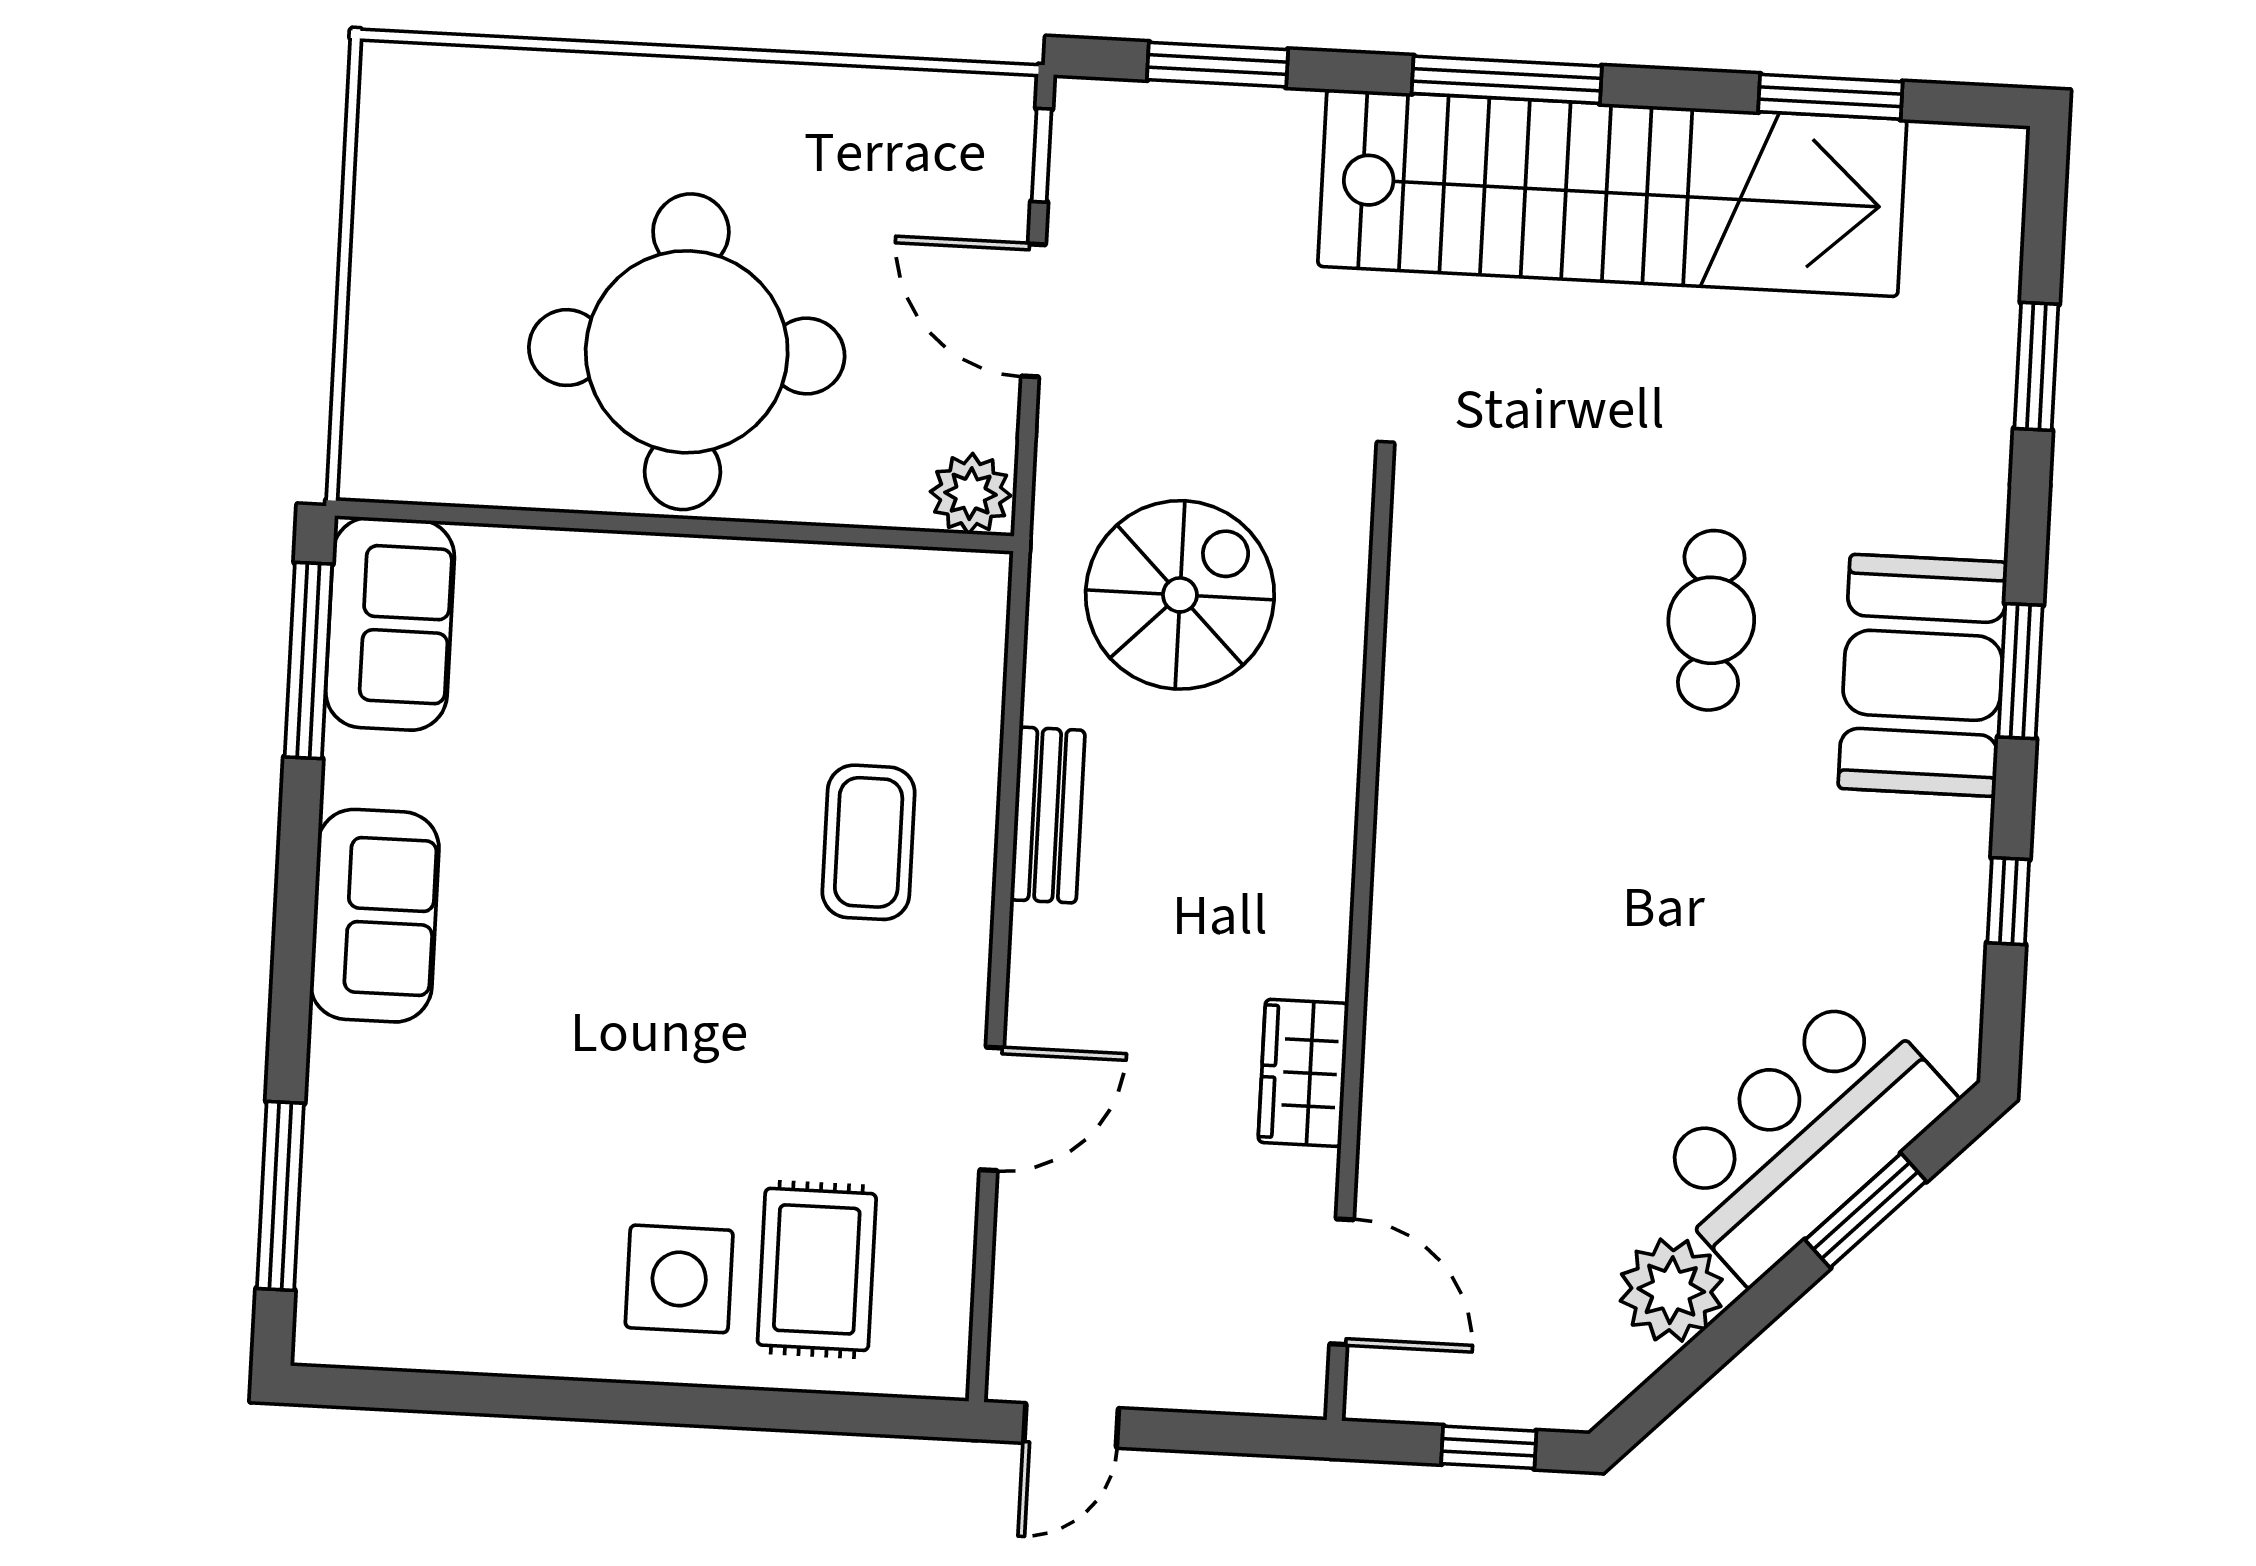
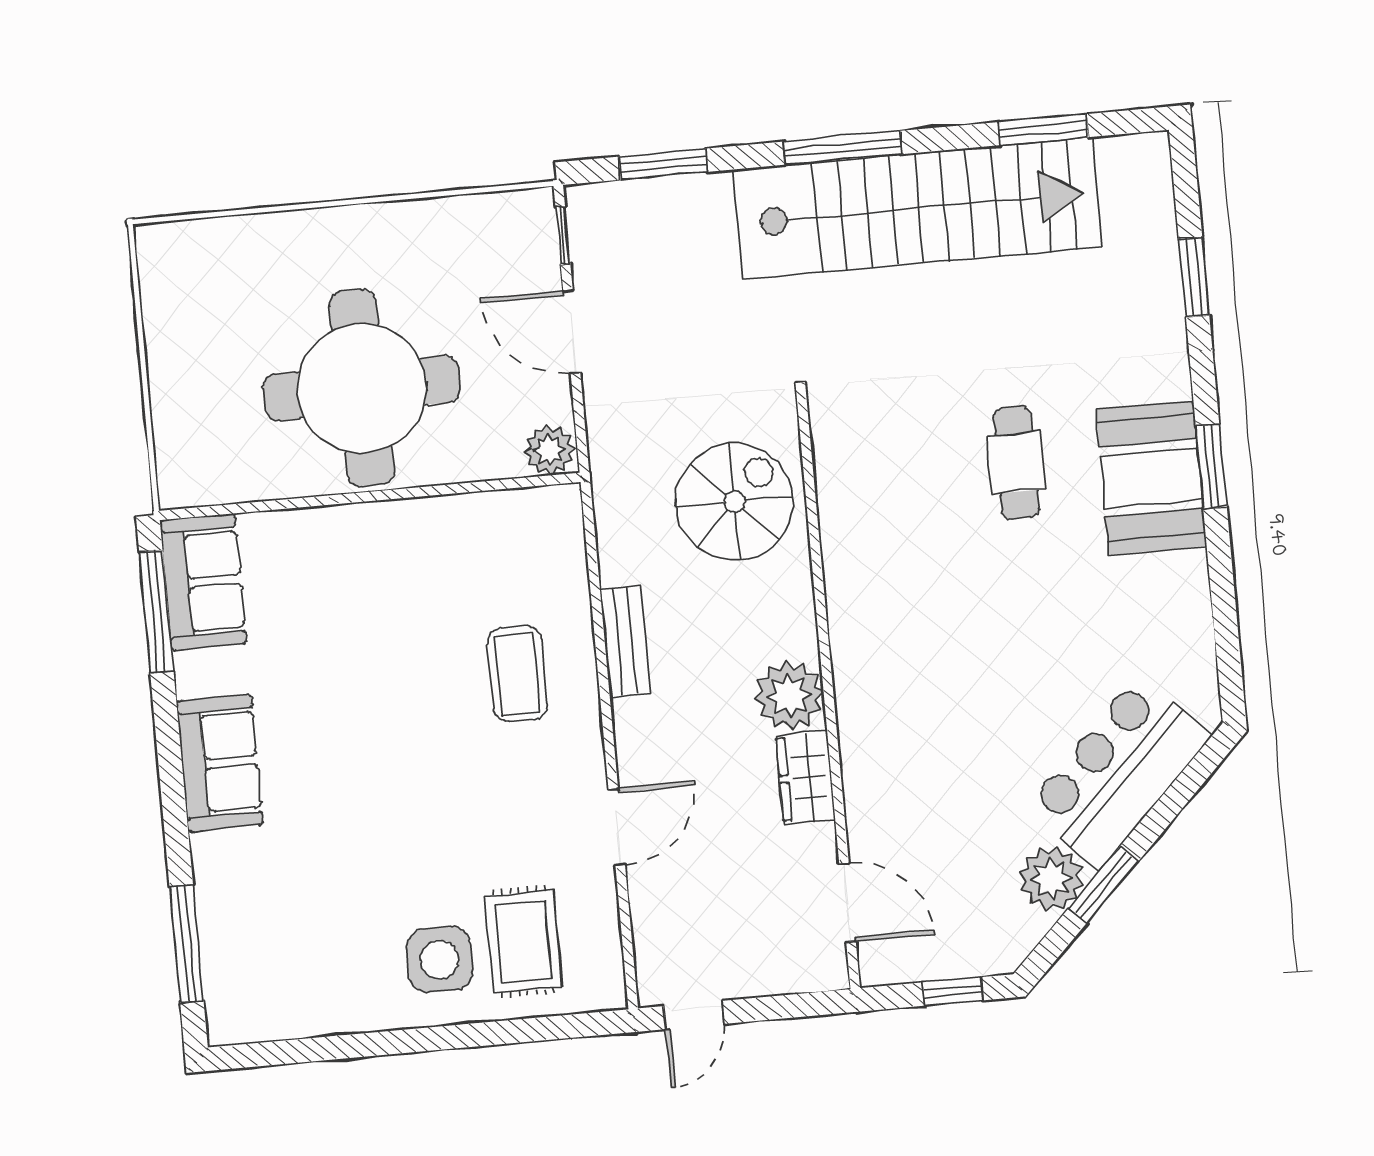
spiral stairs: (1180, 595) -> (735, 502), moved
window: (2008, 901) -> (1224, 609), removed
plant: (1296, 939) -> (789, 695), added
window: (1866, 1210) -> (1103, 885), moved

